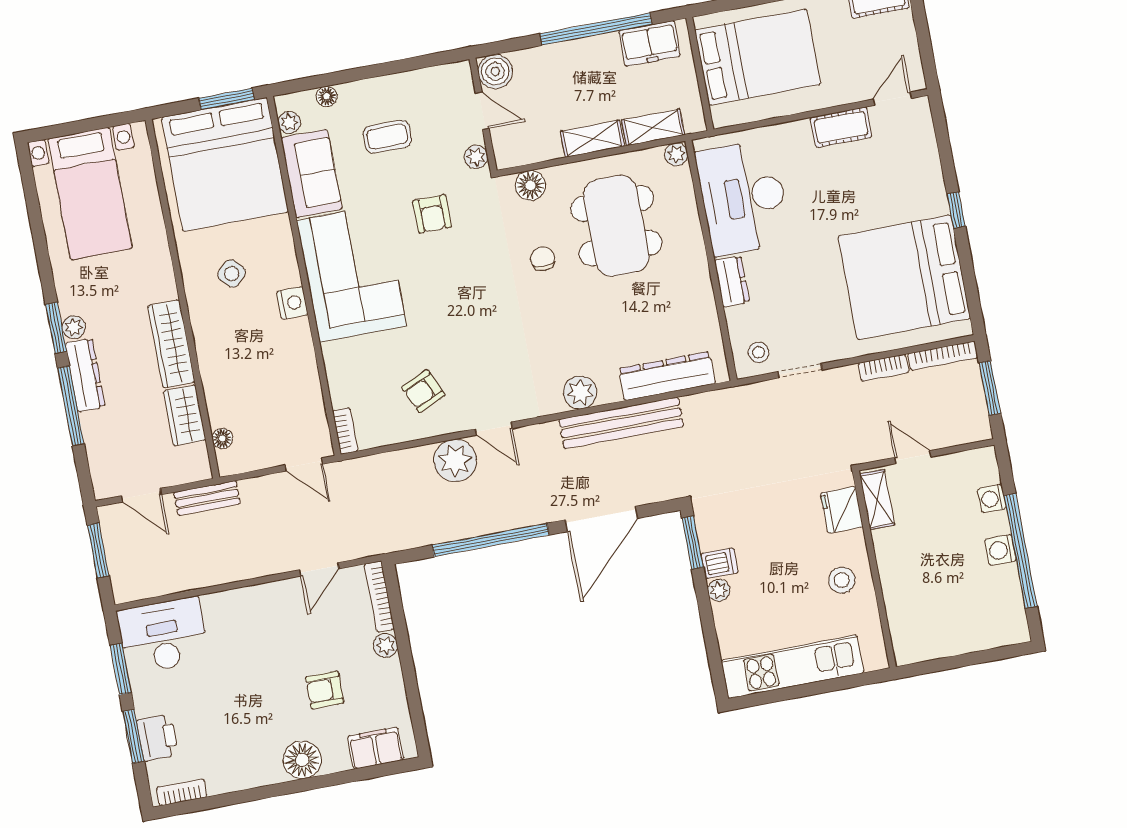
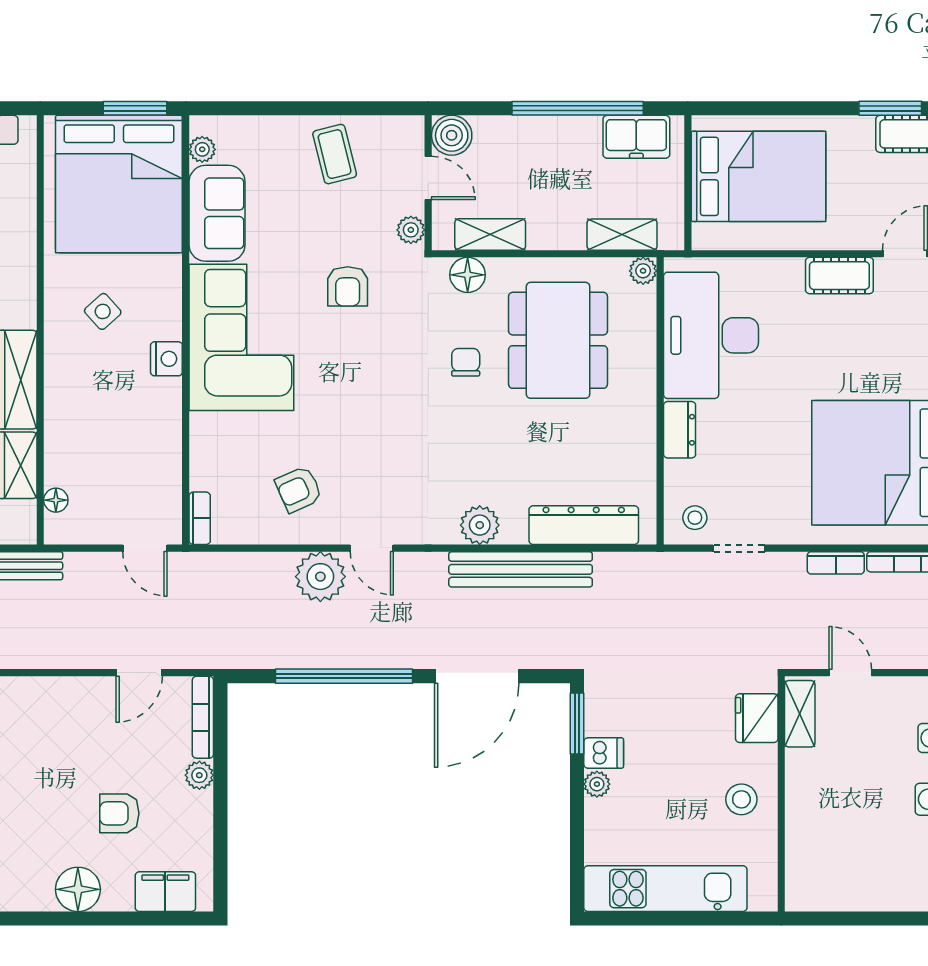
floor lamp: (327, 96) -> (251, 127), removed
coffee table: (387, 137) -> (335, 154), moved, turned 76
shelving: (592, 139) -> (490, 234), moved

